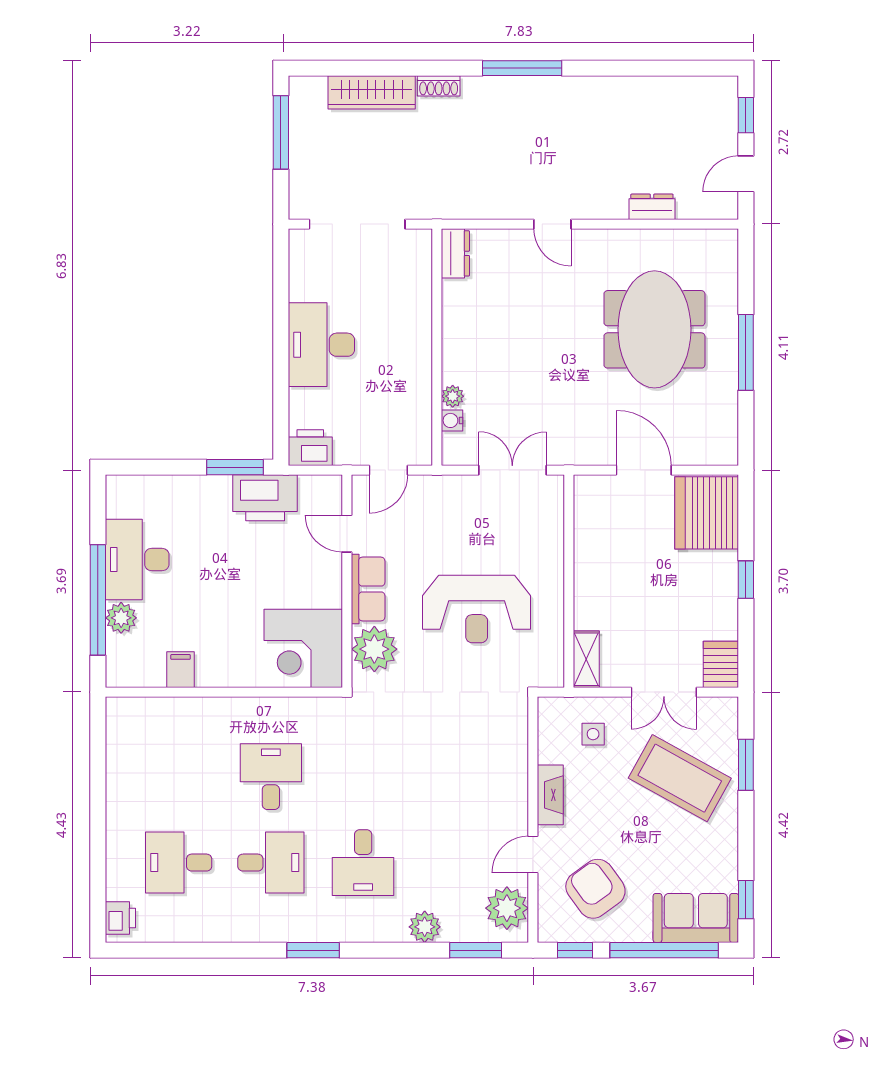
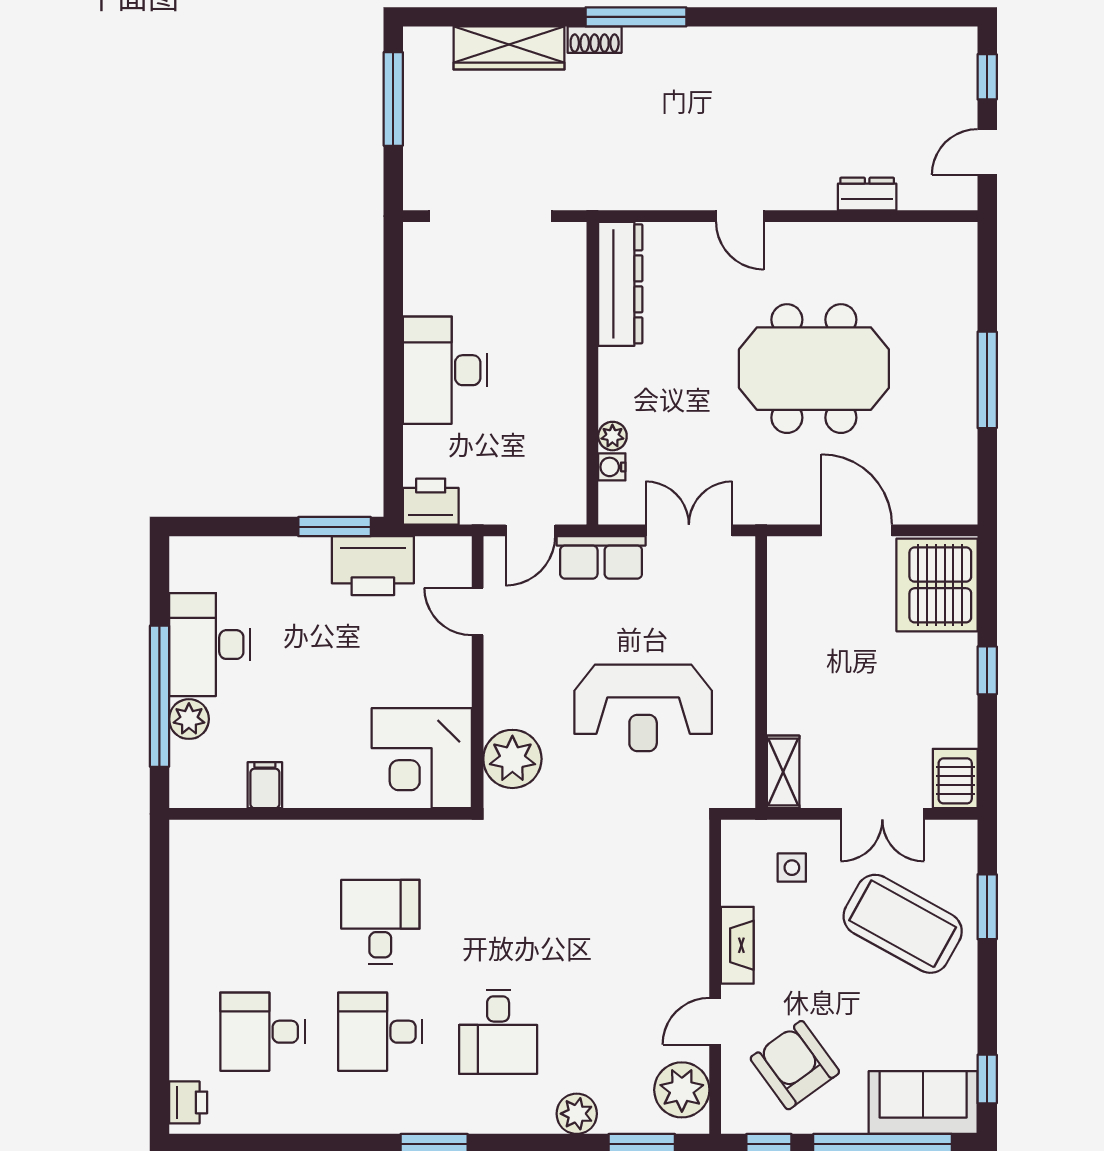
window: (522, 68) -> (636, 17), moved
dresser: (455, 253) -> (620, 284), width x1.96, depth x1.24
meeting table: (654, 329) -> (814, 369), moved, turned 90
row of seats: (368, 589) -> (601, 557), moved, turned 90
desk: (271, 863) -> (380, 1032), turned 180

